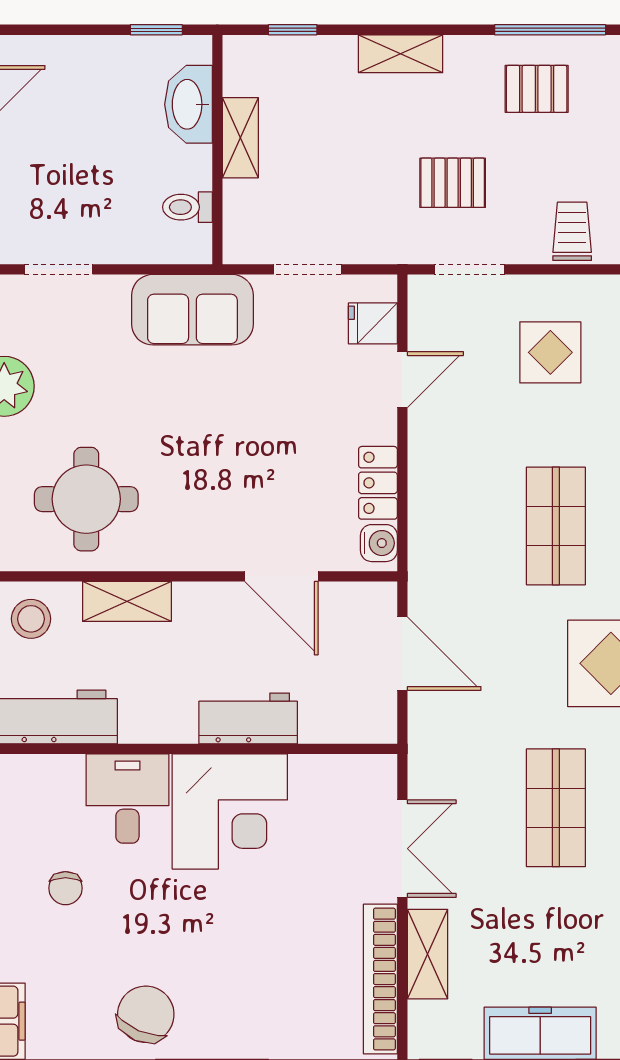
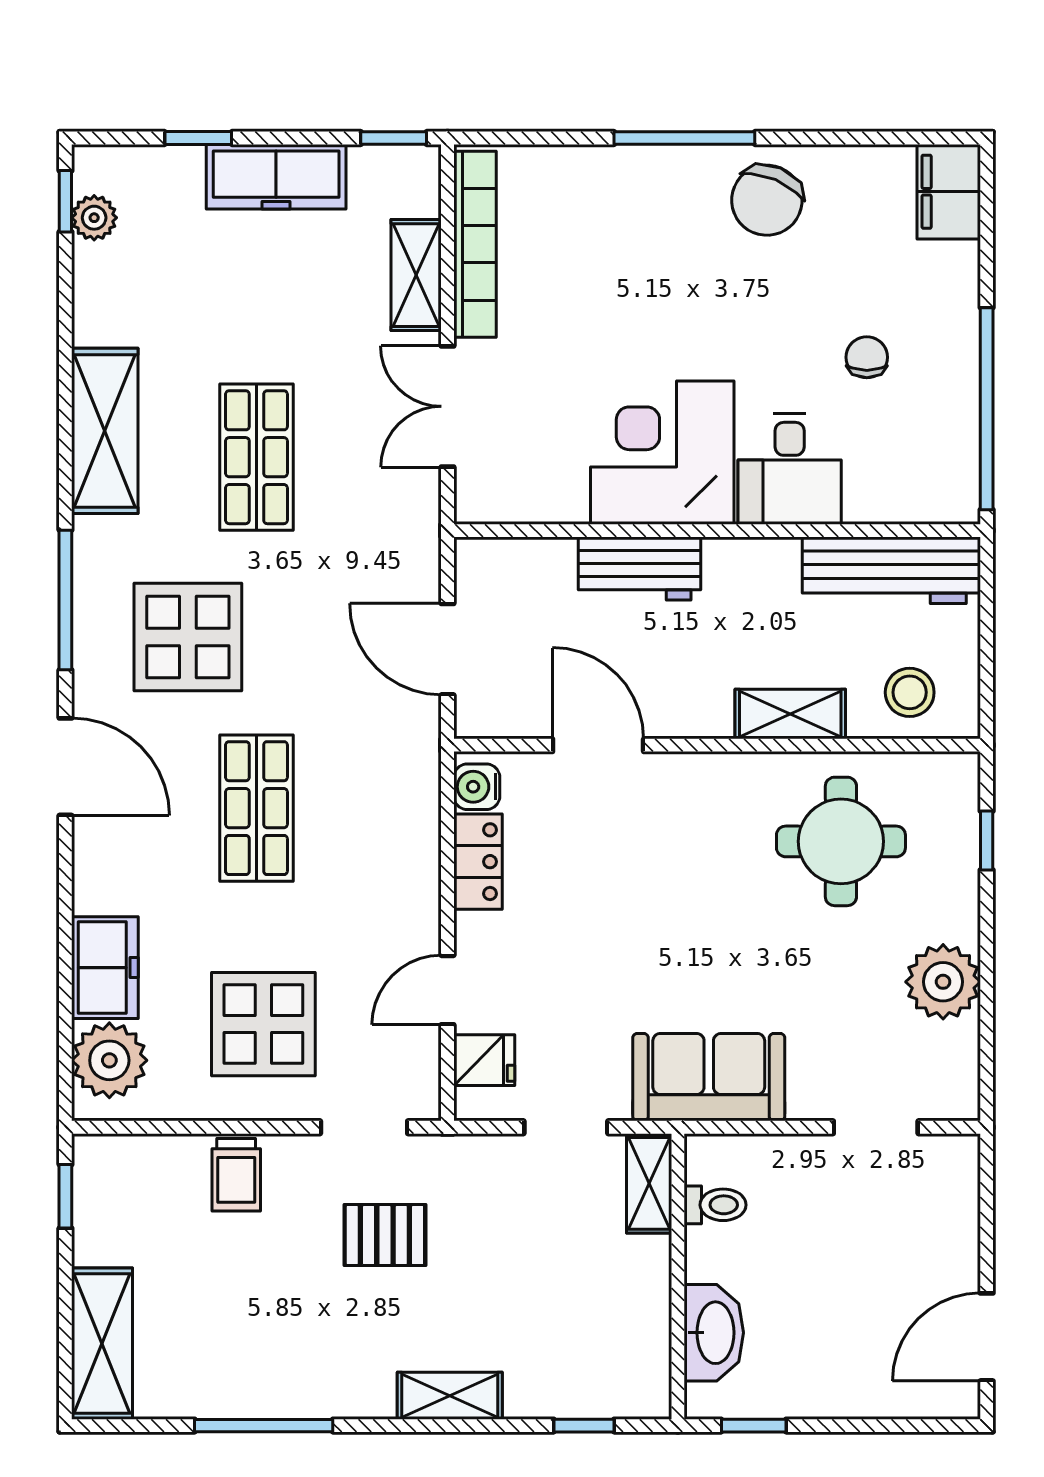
pallet: (537, 89) -> (280, 1352), removed
shelving: (240, 138) -> (649, 1183), moved
display table: (550, 352) -> (263, 1024), width x1.36, depth x1.36

